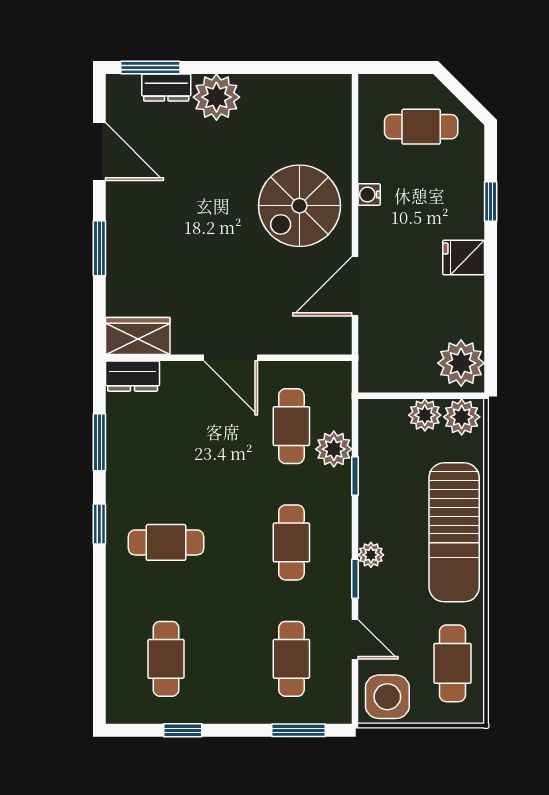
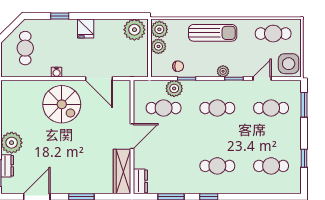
wardrobe: (138, 336) -> (122, 172), width x1.50
chair: (382, 457) -> (178, 66), added
sun lounger: (454, 532) -> (213, 33), width x0.73, depth x0.75
cafe table: (166, 542) -> (217, 166), turned 90

